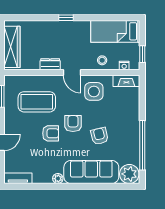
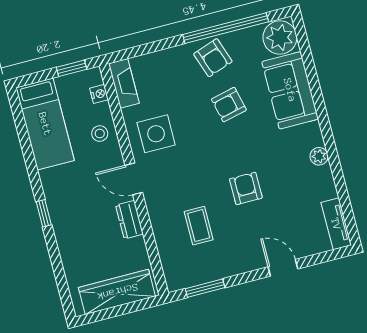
door: (72, 73) -> (134, 179), swing flipped
coffee table: (37, 102) -> (199, 226), width x0.54, depth x0.58
armchair: (73, 124) -> (213, 58), moved, turned -109
sofa: (91, 172) -> (290, 90), width x0.73

